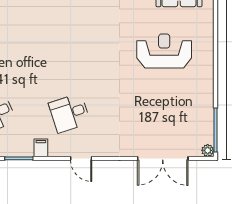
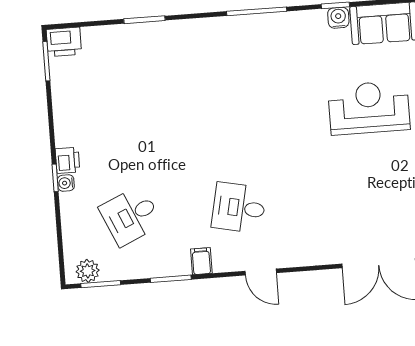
desk: (69, 113) -> (239, 208), turned 30

